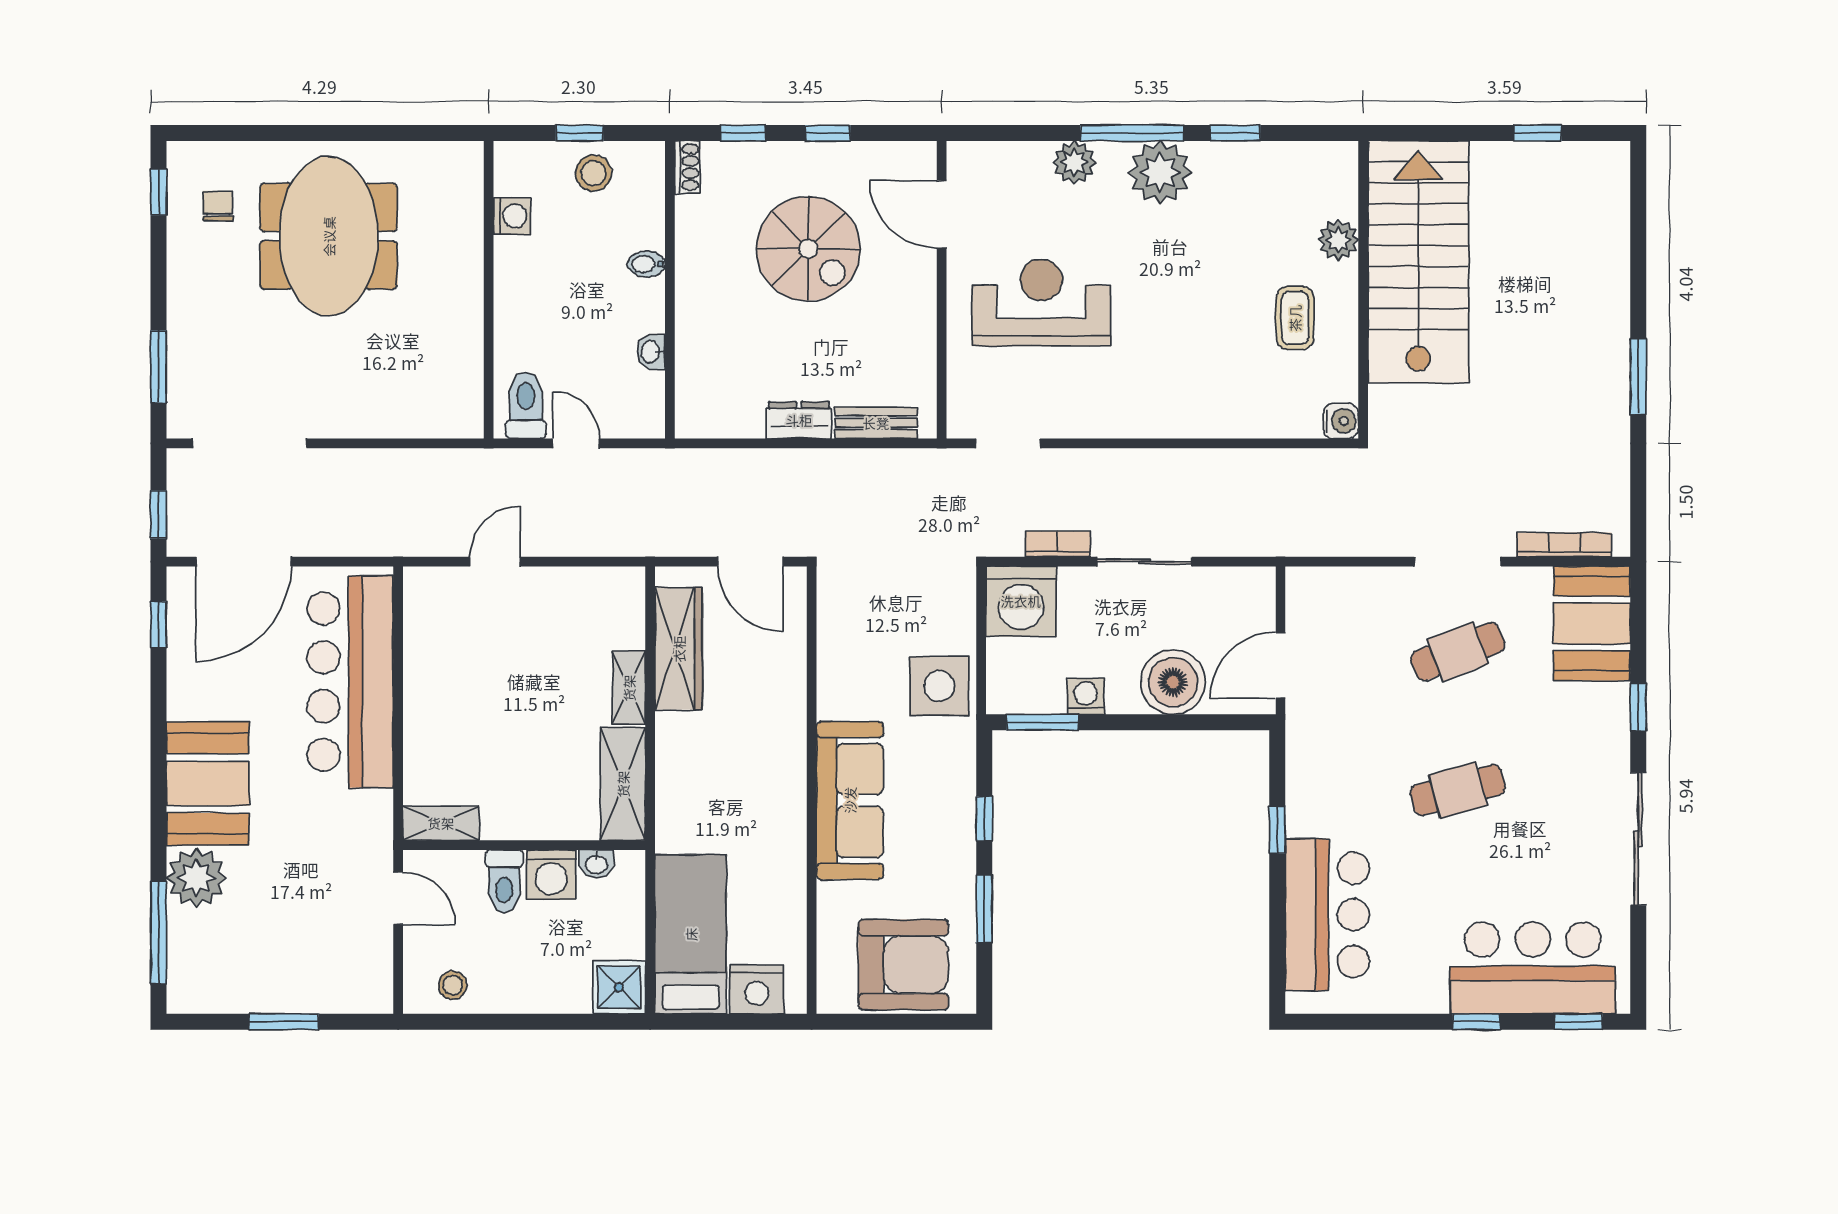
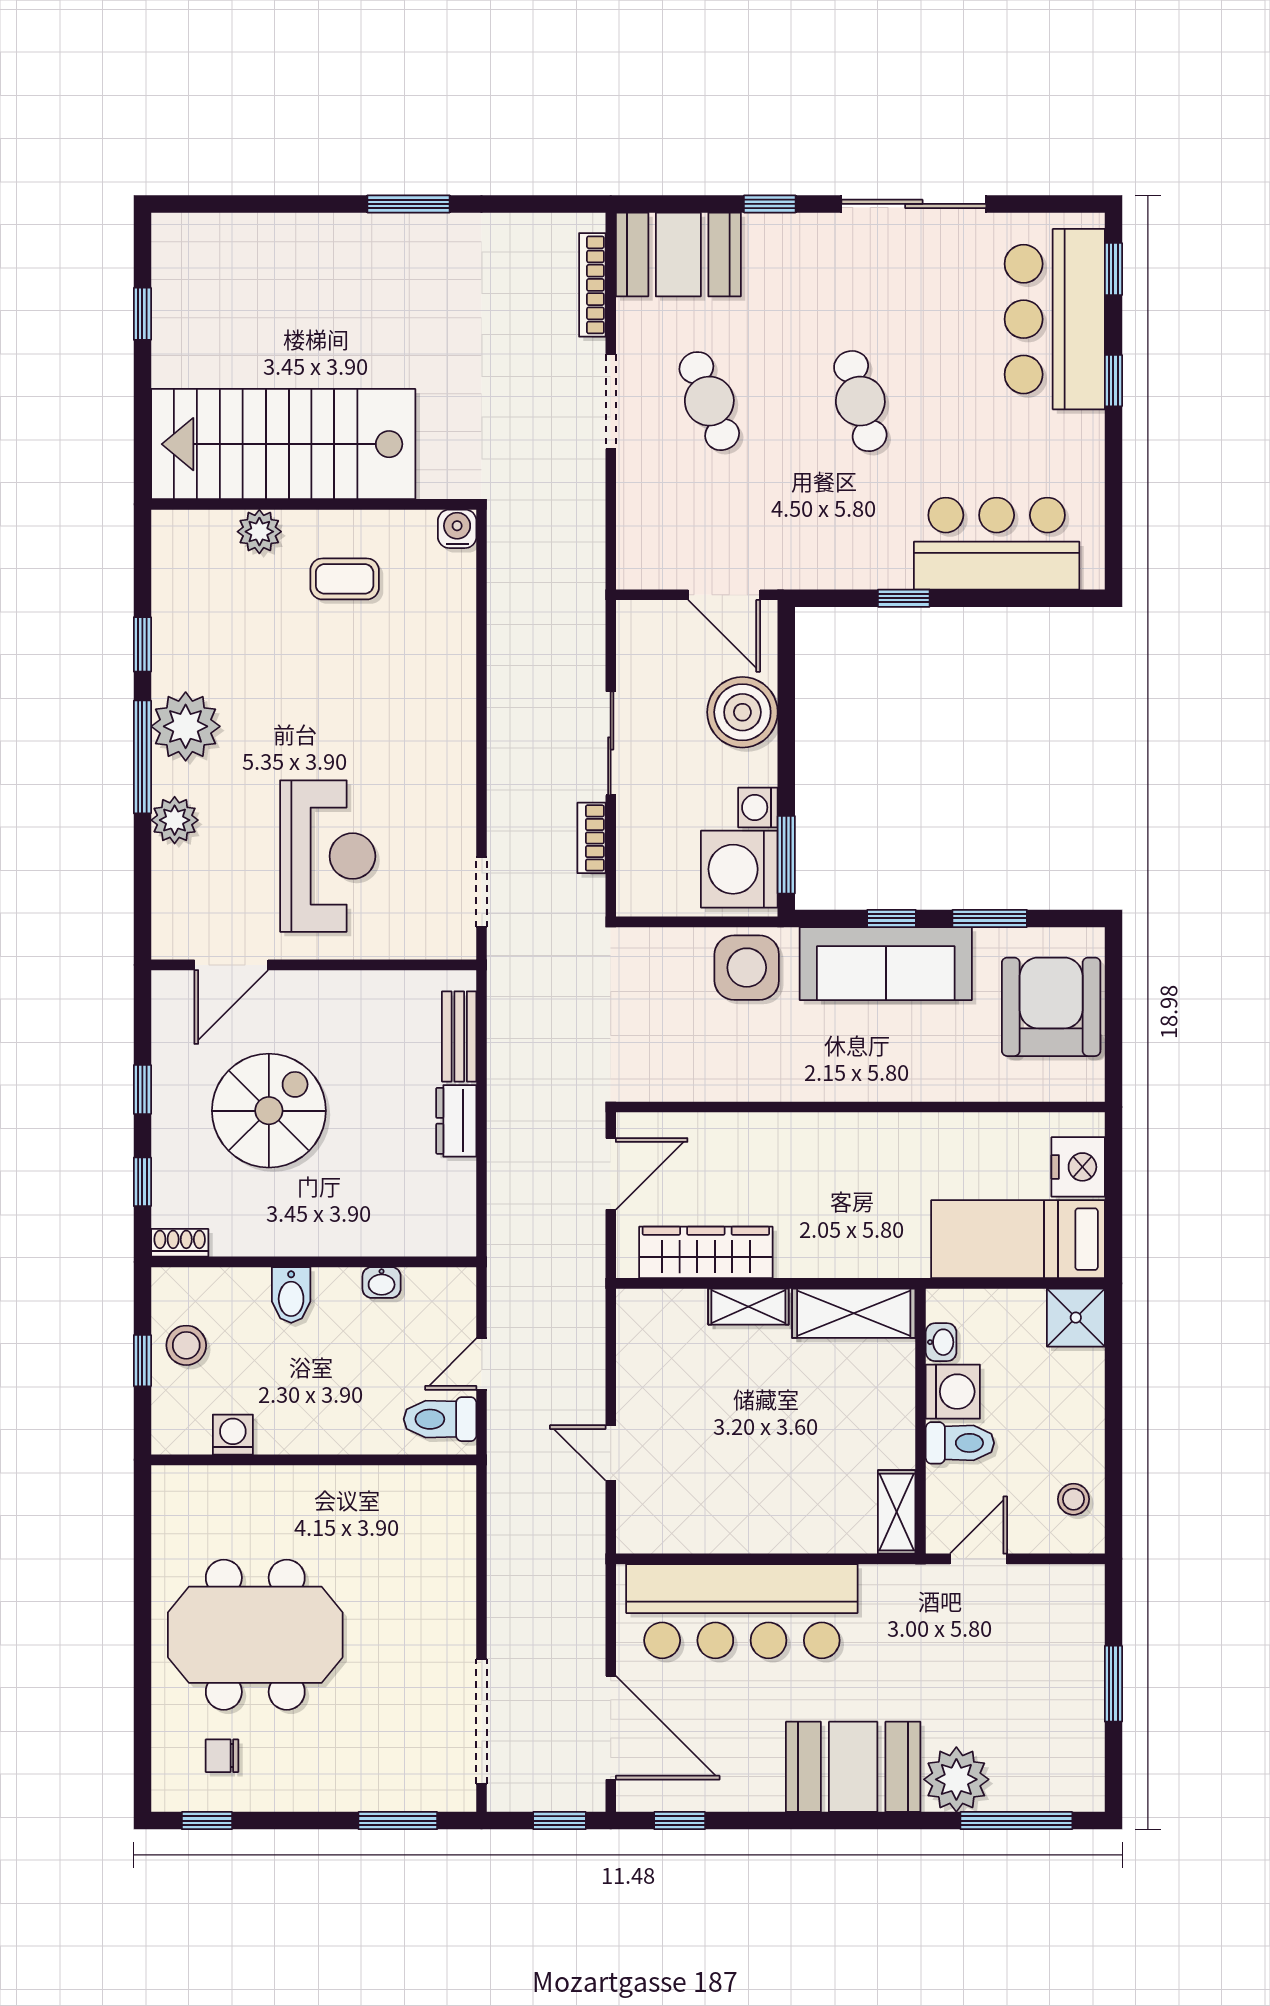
bidet: (646, 264) -> (291, 1295), width x1.38, depth x1.36
reception desk: (1041, 303) -> (328, 856), turned 180
washing machine: (1021, 601) -> (739, 869), moved, turned 180
sofa: (850, 800) -> (886, 964), moved, turned 180

